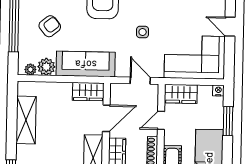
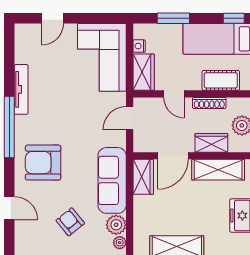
door: (230, 27) -> (52, 18), moved
side table: (143, 32) -> (75, 117), removed
nightstand: (218, 91) -> (139, 46), moved
door: (106, 118) -> (173, 156), swing flipped

